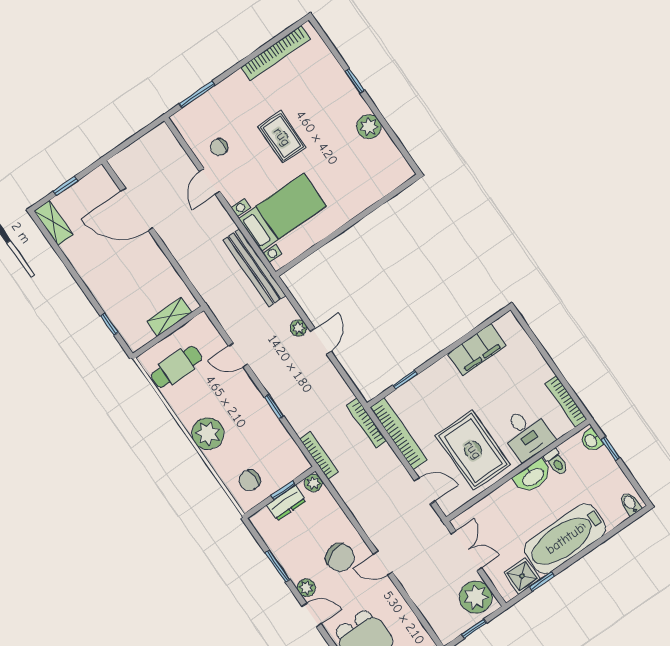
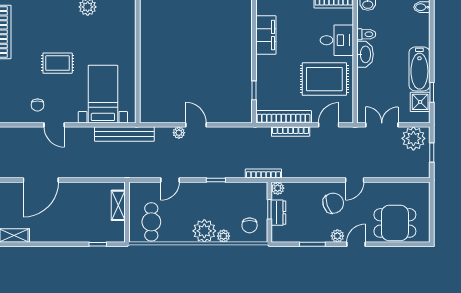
bookcase: (366, 423) -> (291, 132), moved
plant: (217, 459) -> (224, 236), added
bathtub: (565, 539) -> (419, 69), width x0.73, depth x0.73

